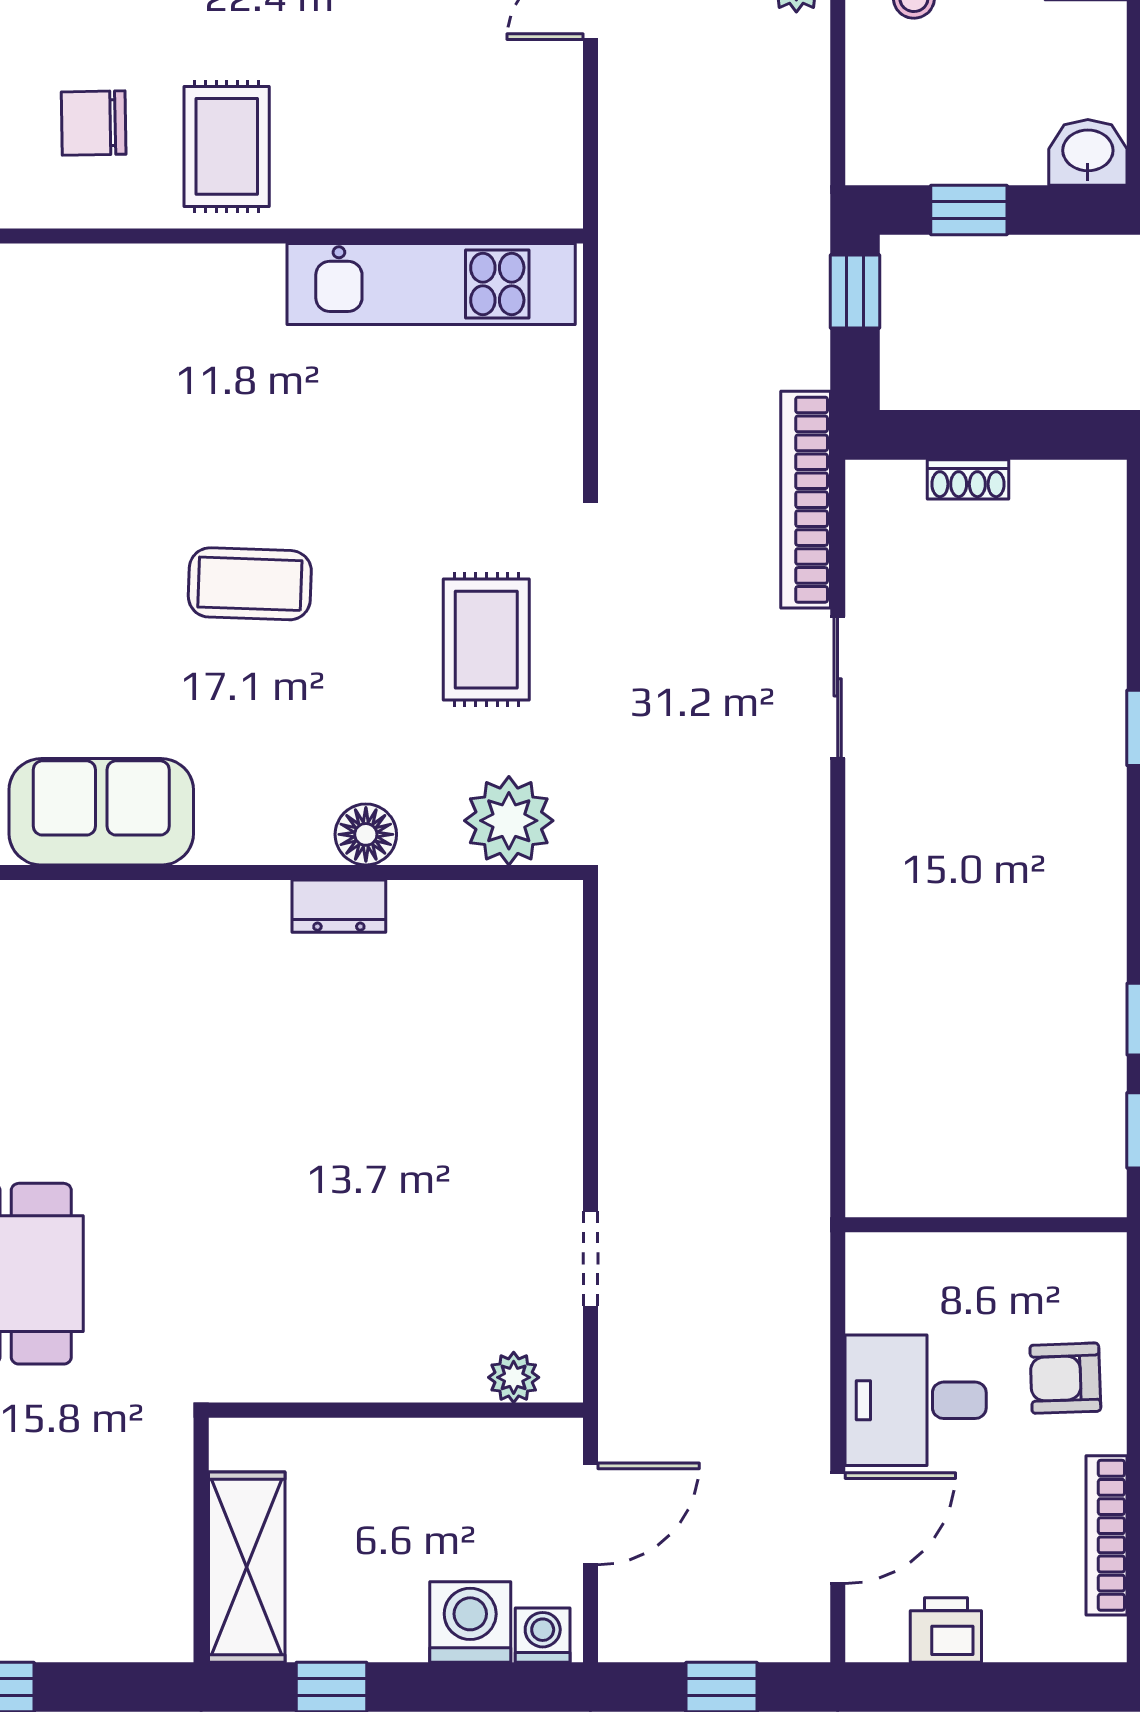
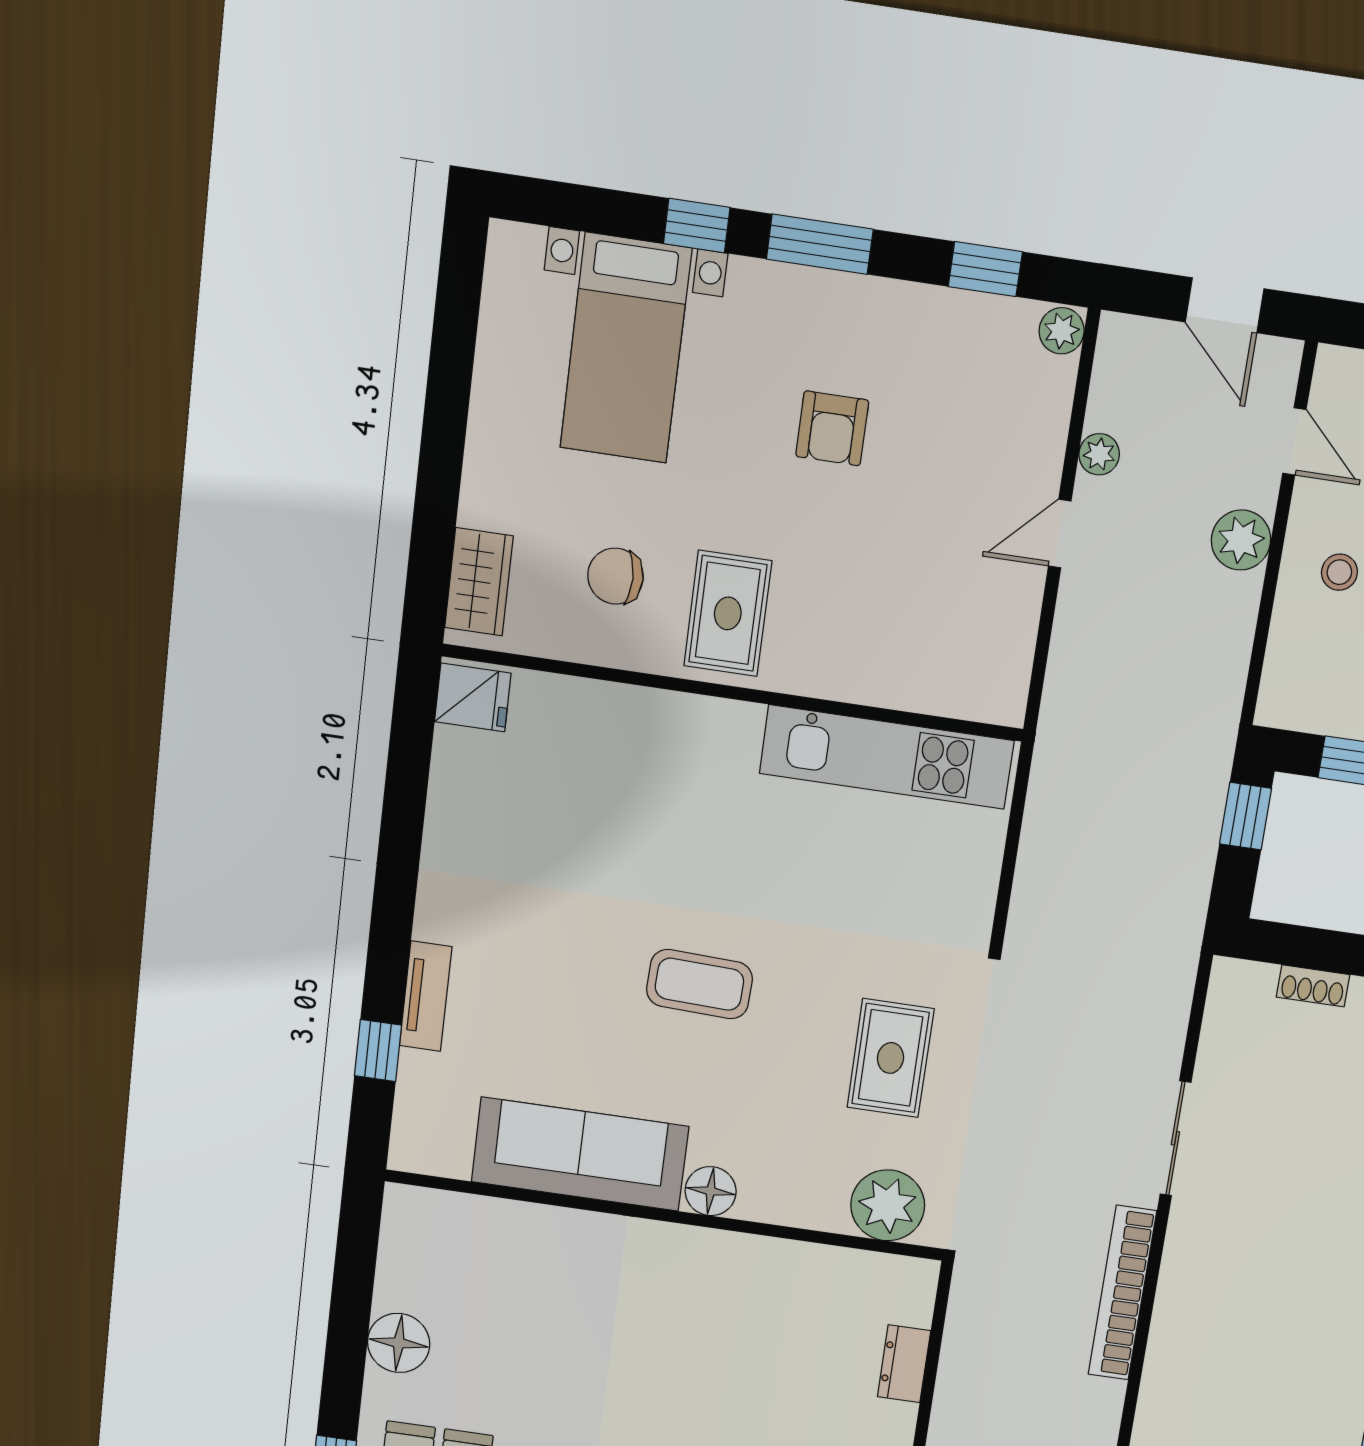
bookcase: (806, 500) -> (1122, 1293), moved
sofa: (101, 812) -> (580, 1154), width x1.36
floor lamp: (366, 834) -> (711, 1191), moved
dresser: (339, 906) -> (904, 1364), moved, turned 90

